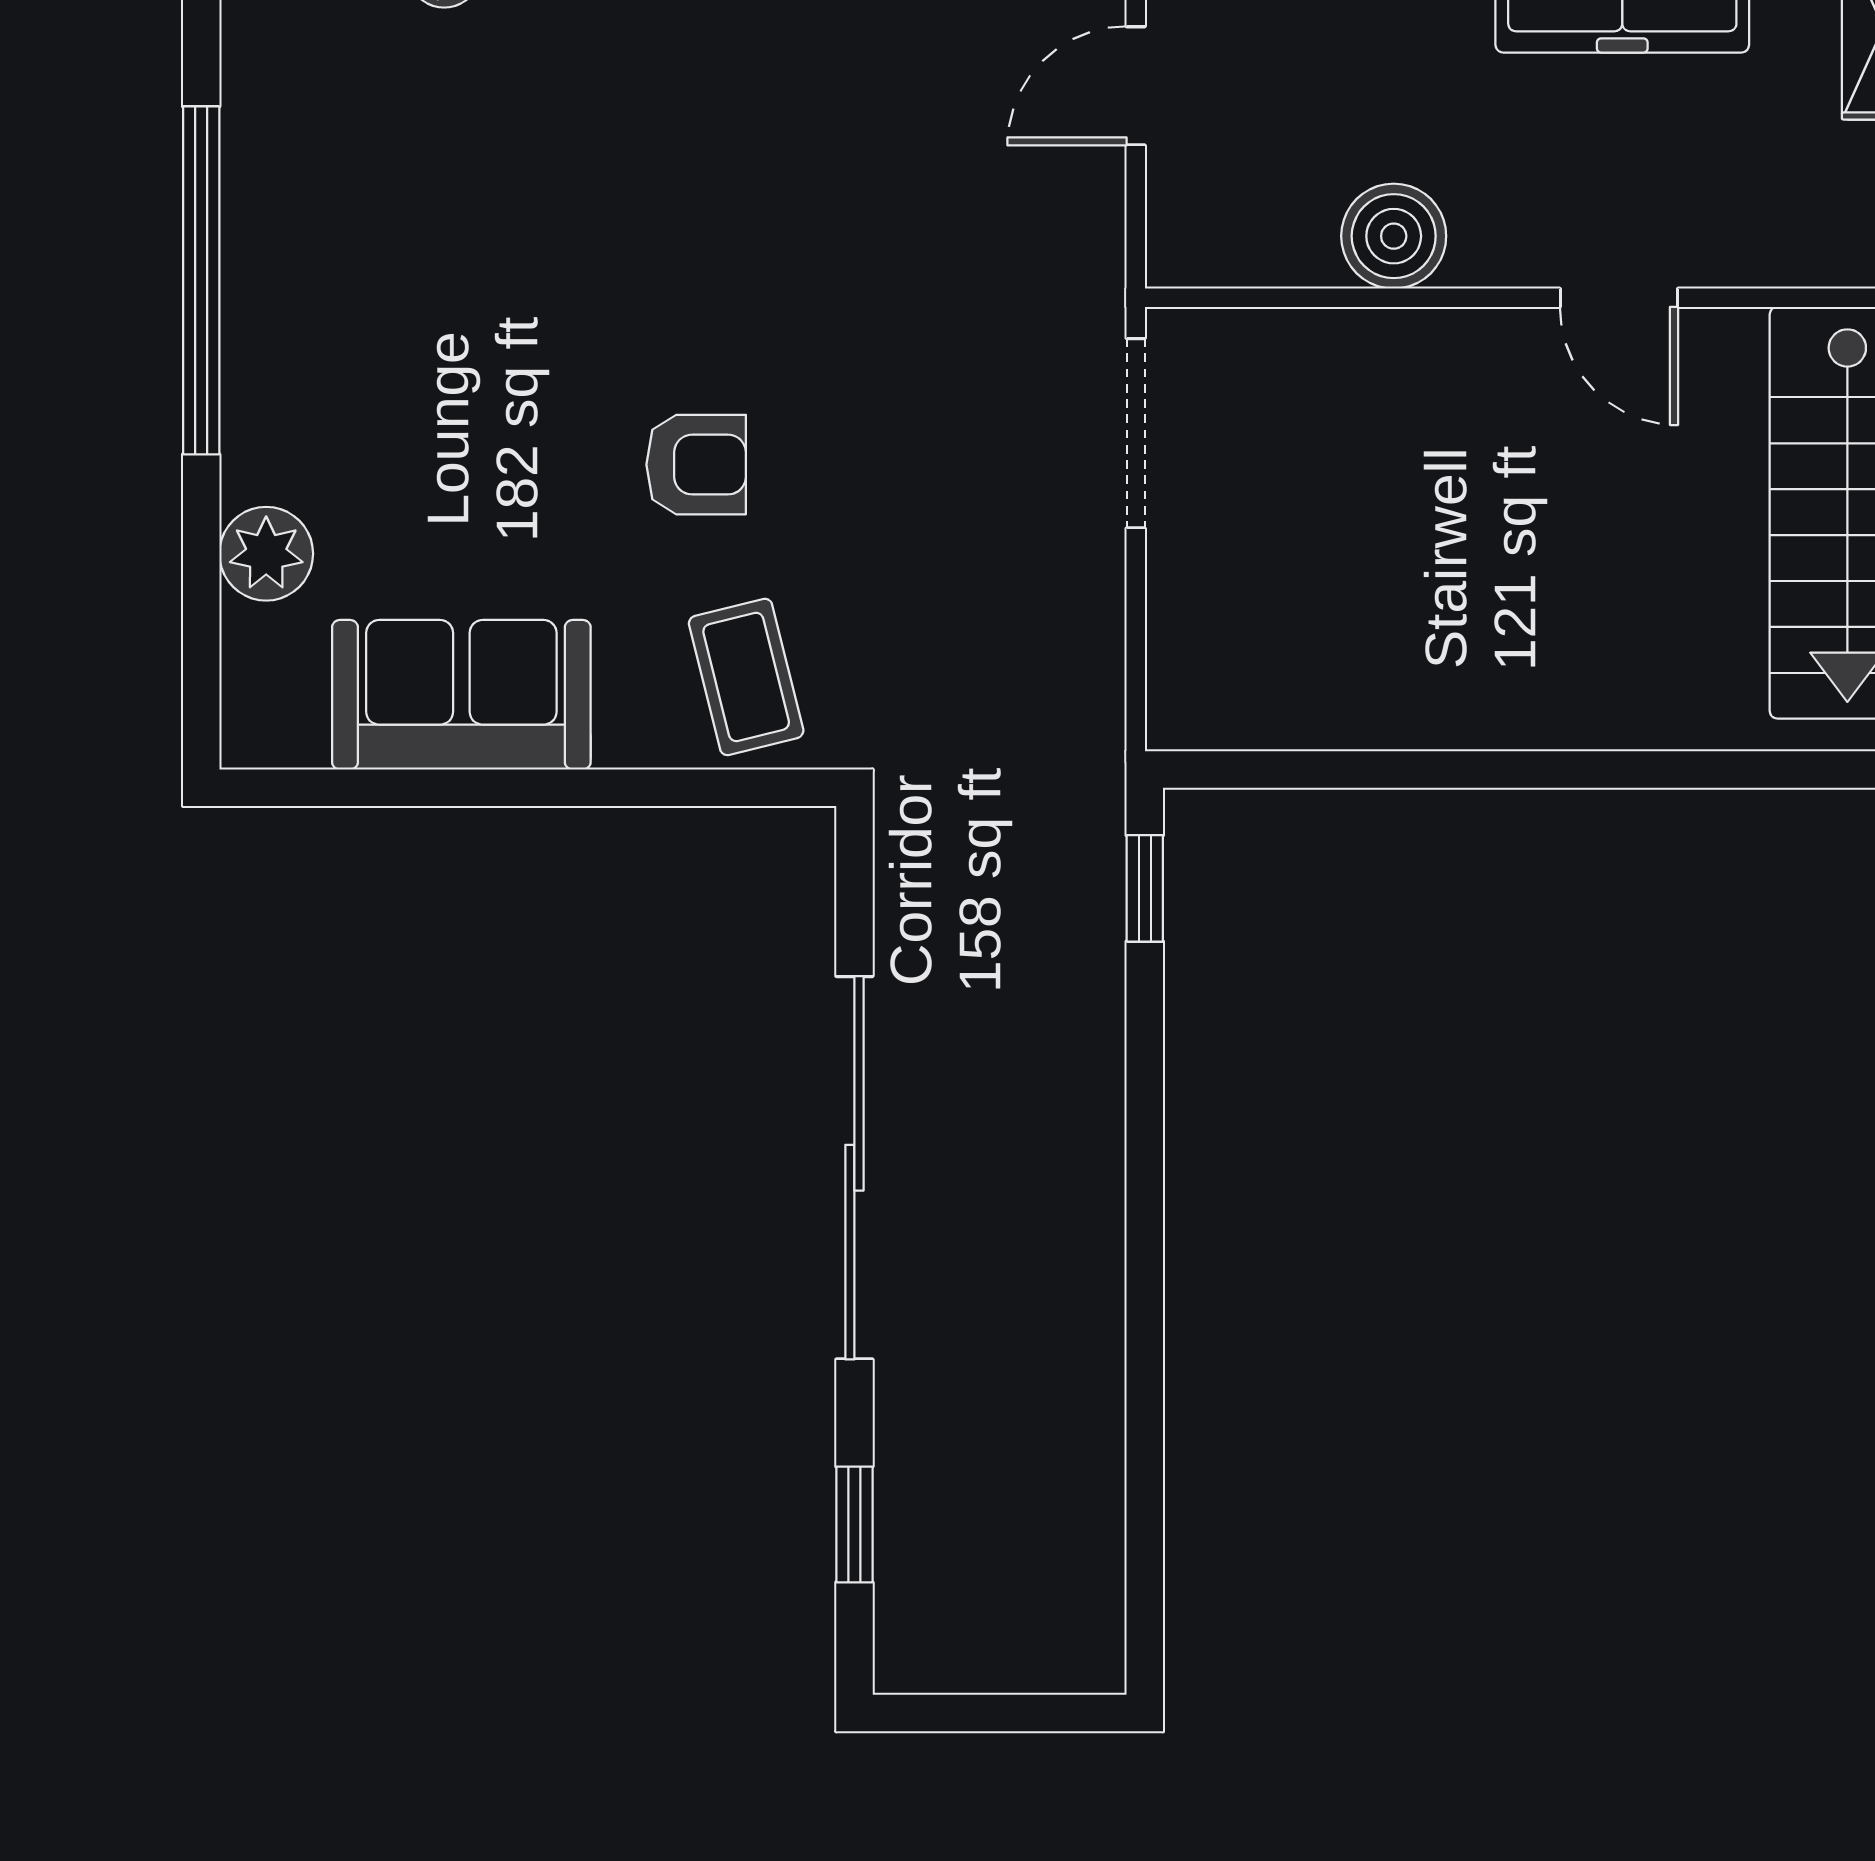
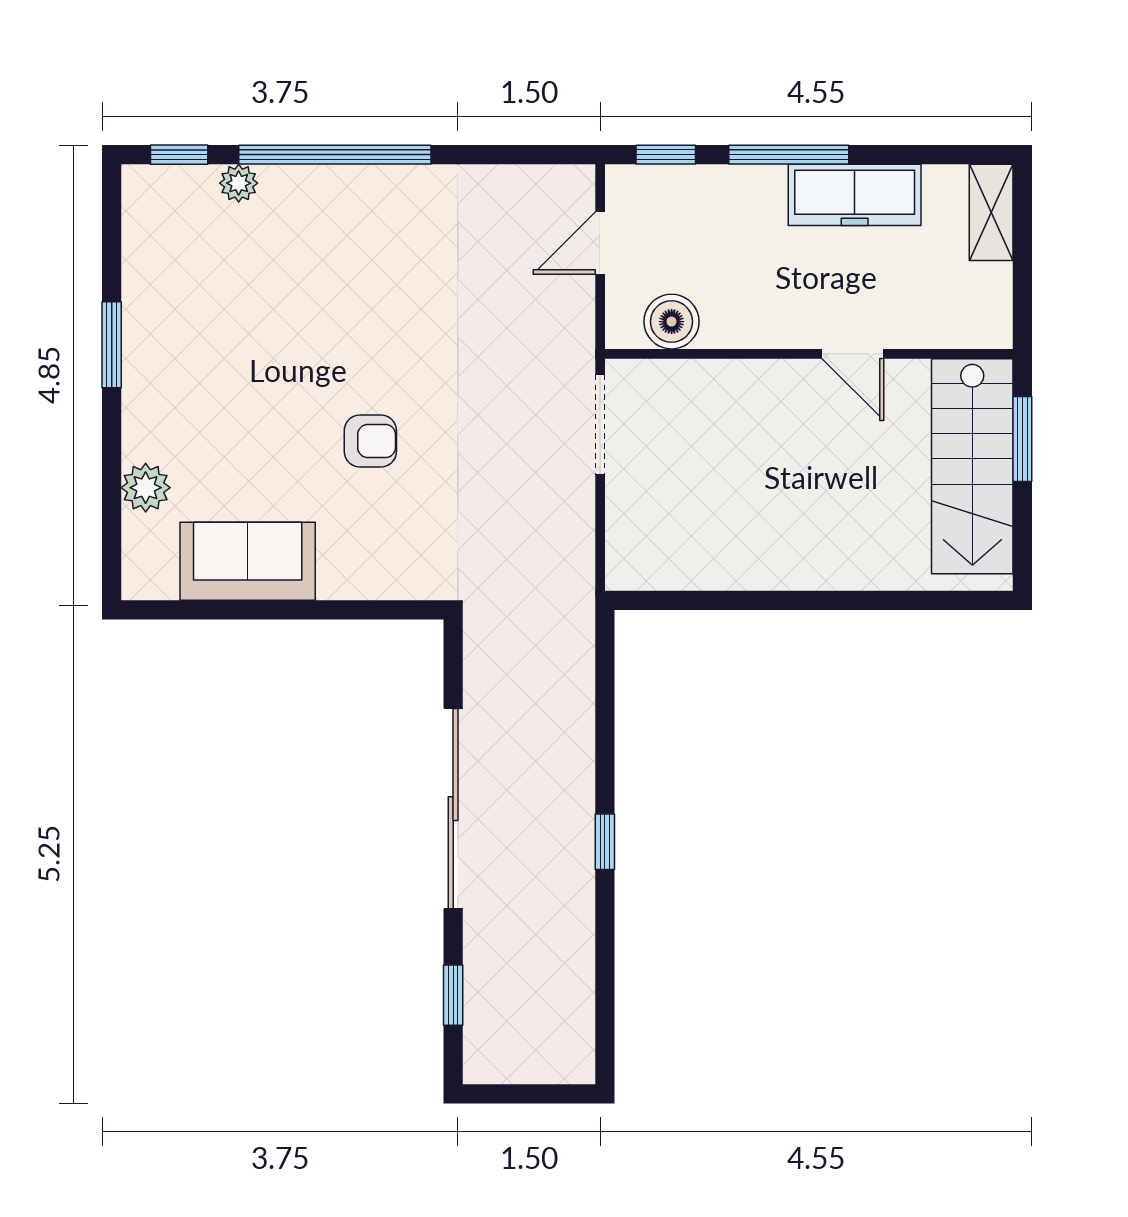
boiler: (1394, 236) -> (672, 322), moved
window: (201, 280) -> (112, 345), width x0.47
coffee table: (746, 677) -> (397, 552), removed
window: (1145, 888) -> (605, 842), moved

